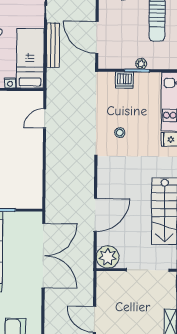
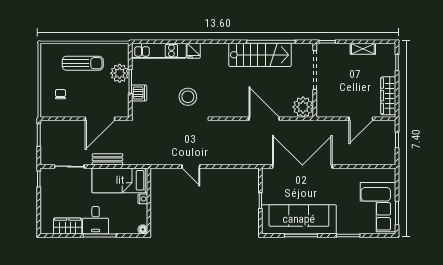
bench: (53, 45) -> (107, 159), width x0.73
plant: (141, 64) -> (120, 73), width x1.87, depth x1.87
door: (45, 119) -> (191, 166), moved
stool: (120, 133) -> (188, 97), width x1.89, depth x1.89

